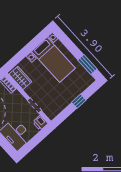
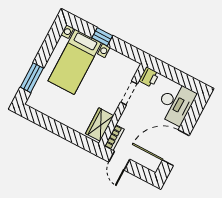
bed with nightstands: (53, 60) -> (75, 62), moved, turned 180
window: (87, 65) -> (32, 78), moved

